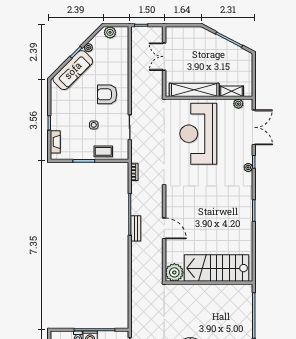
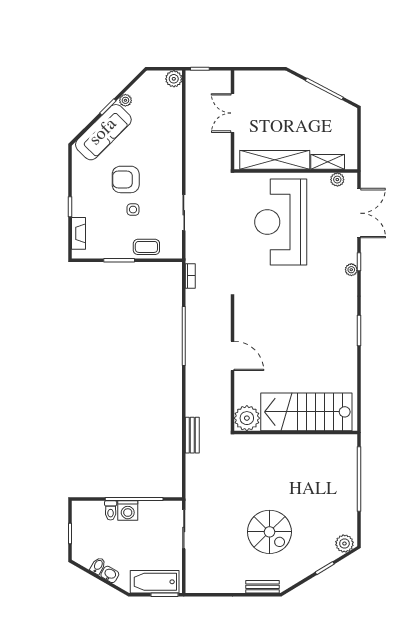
plant: (110, 32) -> (174, 79), moved
armchair: (107, 94) -> (126, 179), moved
bench: (136, 228) -> (192, 435), moved

